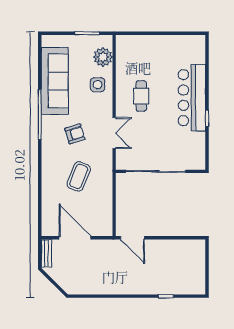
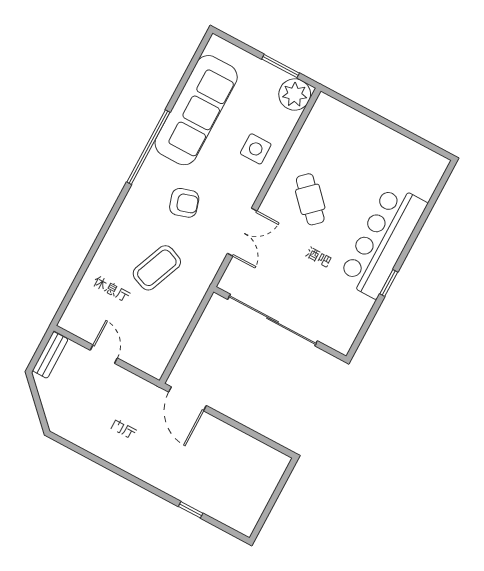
plant: (103, 57) -> (295, 95), moved
cafe table: (141, 96) -> (310, 199), turned -43
door: (75, 238) -> (104, 354), width x0.53

